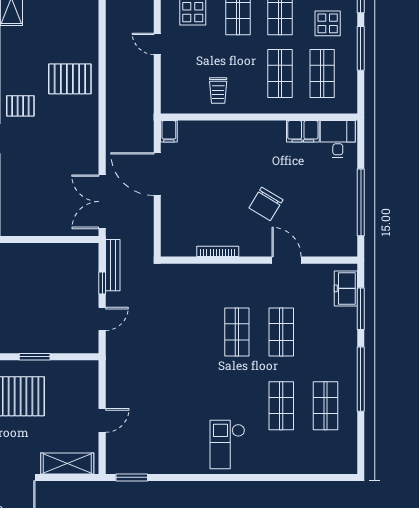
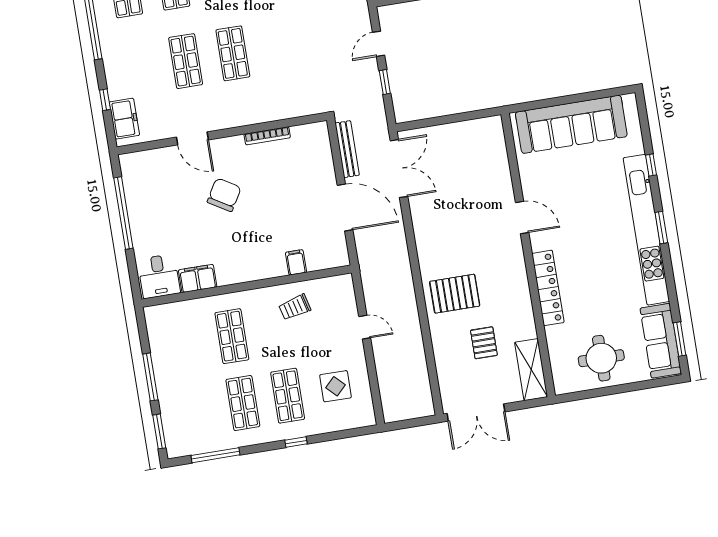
display table: (328, 23) -> (190, 398), removed
door: (157, 44) -> (365, 327), moved
shop shelf: (322, 73) -> (187, 343), removed
trolley: (218, 90) -> (295, 307), turned -104
pallet: (20, 106) -> (484, 343), moved, turned 90
filing cabinet: (169, 131) -> (296, 262), moved
bench: (113, 265) -> (347, 149), moved
window: (361, 309) -> (105, 100), width x0.46

